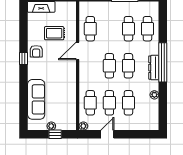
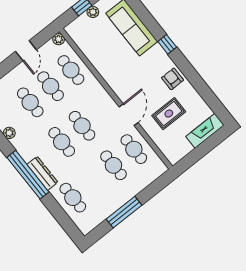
cafe table: (128, 29) -> (113, 165), moved
window: (23, 58) -> (167, 44), moved
dresser: (154, 68) -> (42, 173), moved

